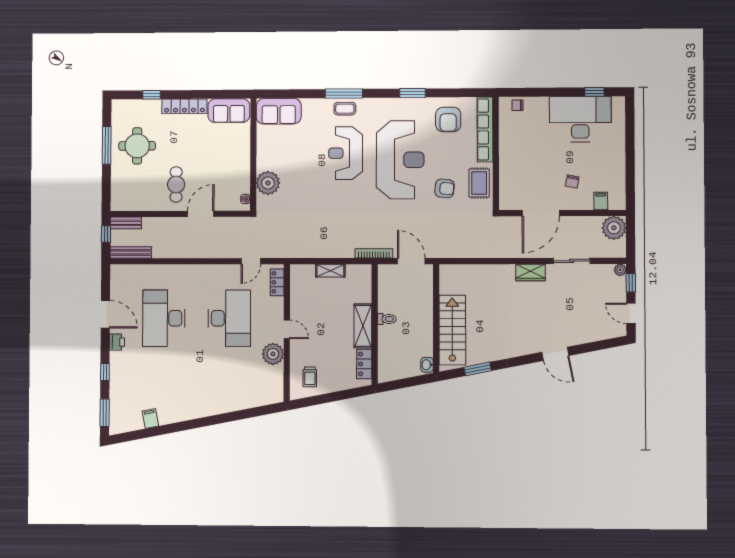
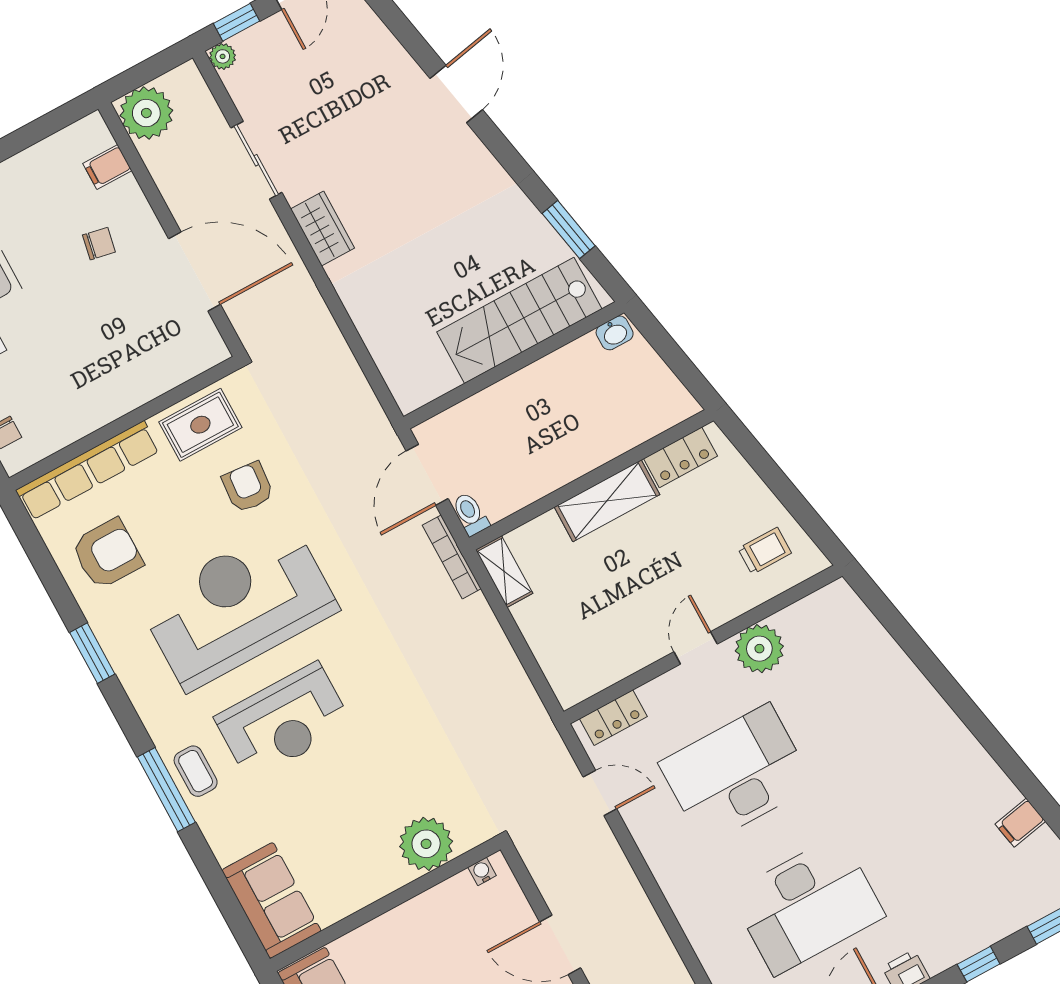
shelving: (330, 271) -> (504, 572), moved
toilet: (387, 319) -> (470, 514), moved

